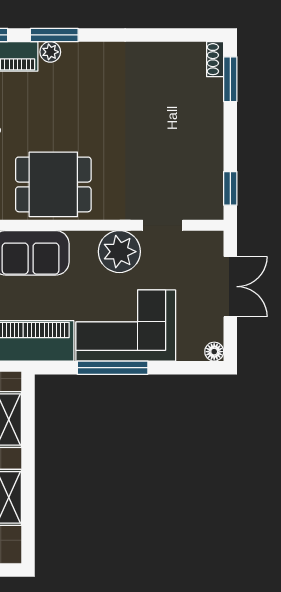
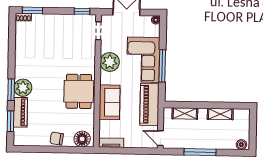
plant: (50, 52) -> (23, 88), width x1.88, depth x1.88
doorway: (163, 225) -> (98, 31), moved

